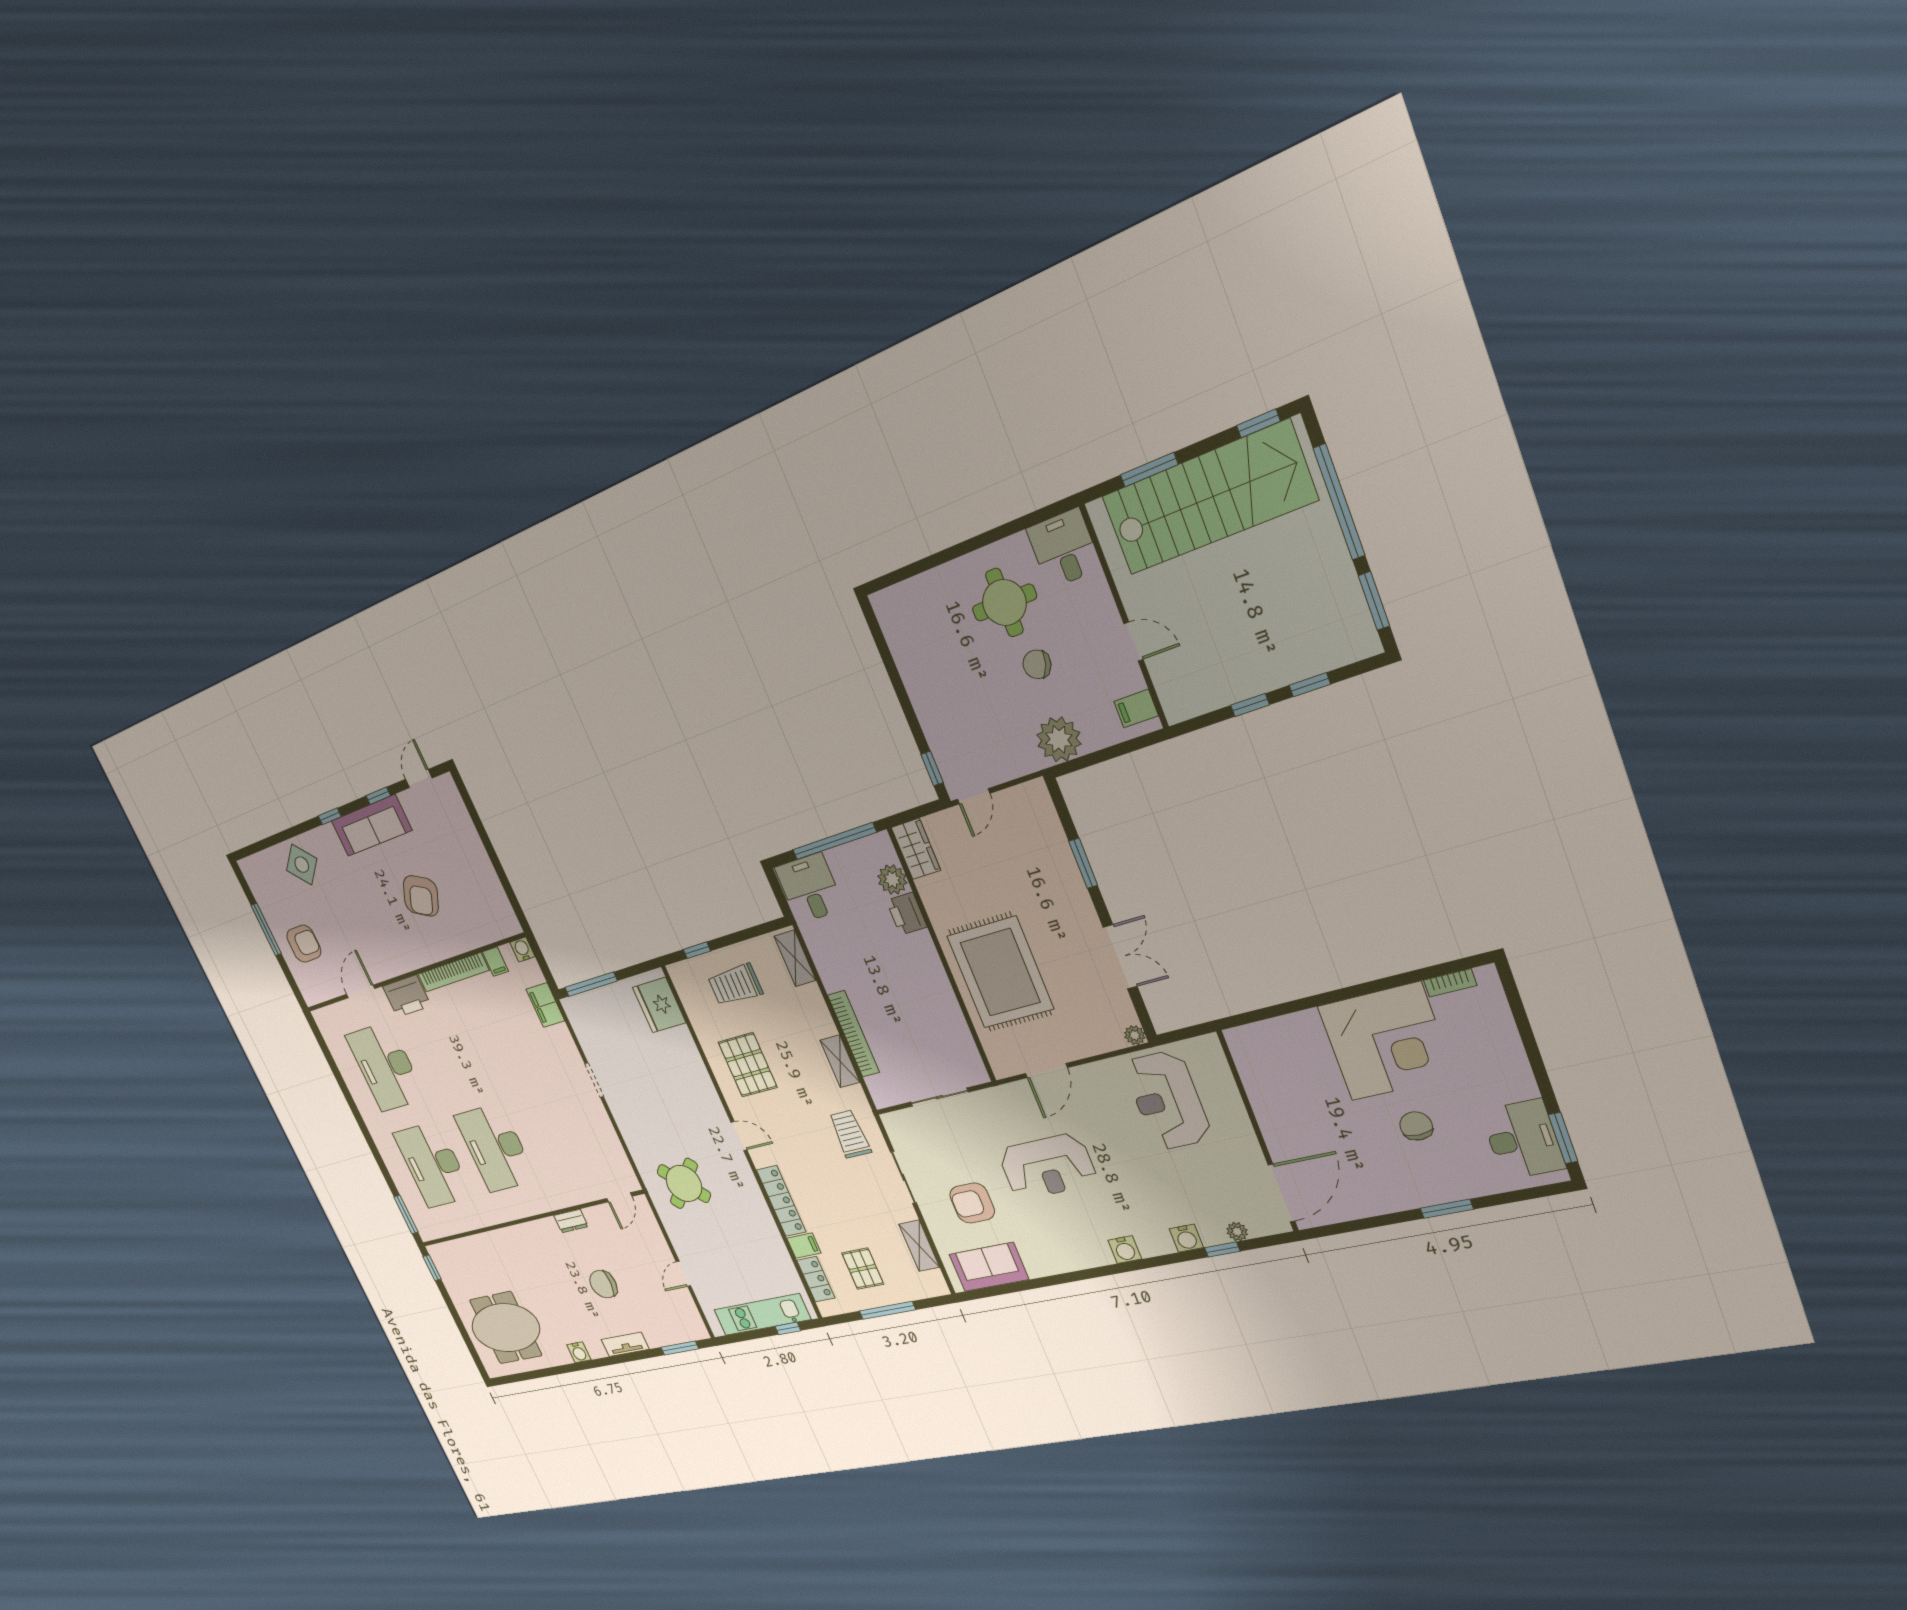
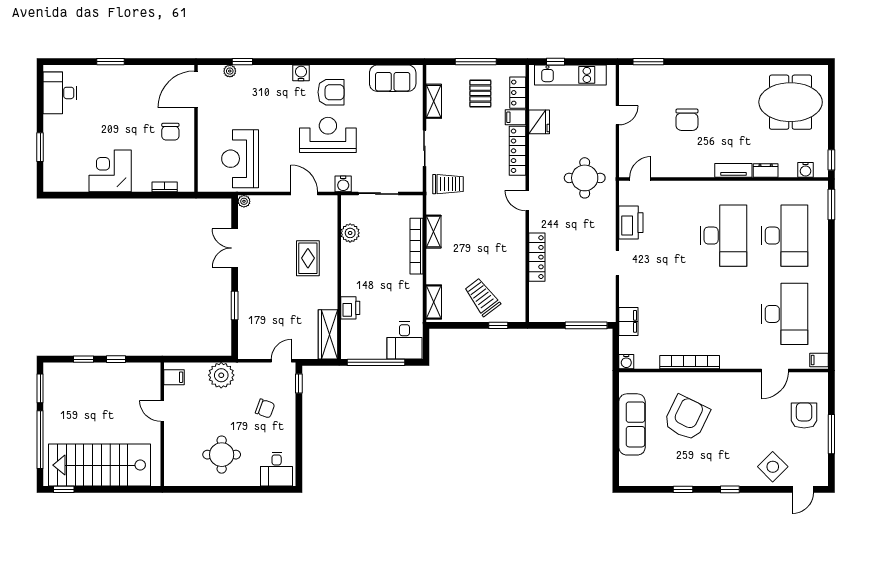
window: (1149, 470) -> (123, 489), removed
desk: (1064, 549) -> (277, 469), moved
chair: (1037, 664) -> (265, 408), moved
door: (419, 779) -> (803, 489), moved
sofa: (371, 826) -> (632, 424), moved, turned 90
wardrobe: (916, 849) -> (328, 334), width x1.50
plant: (892, 880) -> (350, 233), moved
armchair: (421, 896) -> (687, 418), width x1.36, depth x1.36
armchair: (304, 944) -> (804, 415), turned 90
filing cabinet: (495, 961) -> (819, 360), moved, turned -90
rug: (1000, 972) -> (308, 258), width x0.54, depth x0.49
bookcase: (1450, 983) -> (165, 187), moved
trolley: (735, 985) -> (482, 297), turned -127
printer: (407, 996) -> (631, 223), moved, turned 90
fridge: (659, 1005) -> (539, 122), moved, width x0.73, depth x0.75
corner desk: (1386, 1042) -> (110, 171), width x0.74, depth x0.74
locker: (692, 1061) -> (537, 257), added
pallet: (748, 1065) -> (498, 245), removed
door: (1046, 1071) -> (304, 194), hinge flipped
reception desk: (1167, 1100) -> (240, 159), turned 180
chair: (1416, 1126) -> (170, 132), moved
trolley: (850, 1134) -> (448, 184), turned -90
window: (1563, 1138) -> (40, 147), moved
round table: (684, 1184) -> (585, 178), turned 45
armchair: (972, 1203) -> (331, 92), moved
dresser: (571, 1221) -> (766, 170), moved
water cooler: (1186, 1238) -> (343, 184), moved, turned 180
chair: (603, 1284) -> (687, 120), turned 88
tv unit: (625, 1344) -> (733, 170), moved, turned 180
water cooler: (579, 1352) -> (806, 170), moved, turned 180

